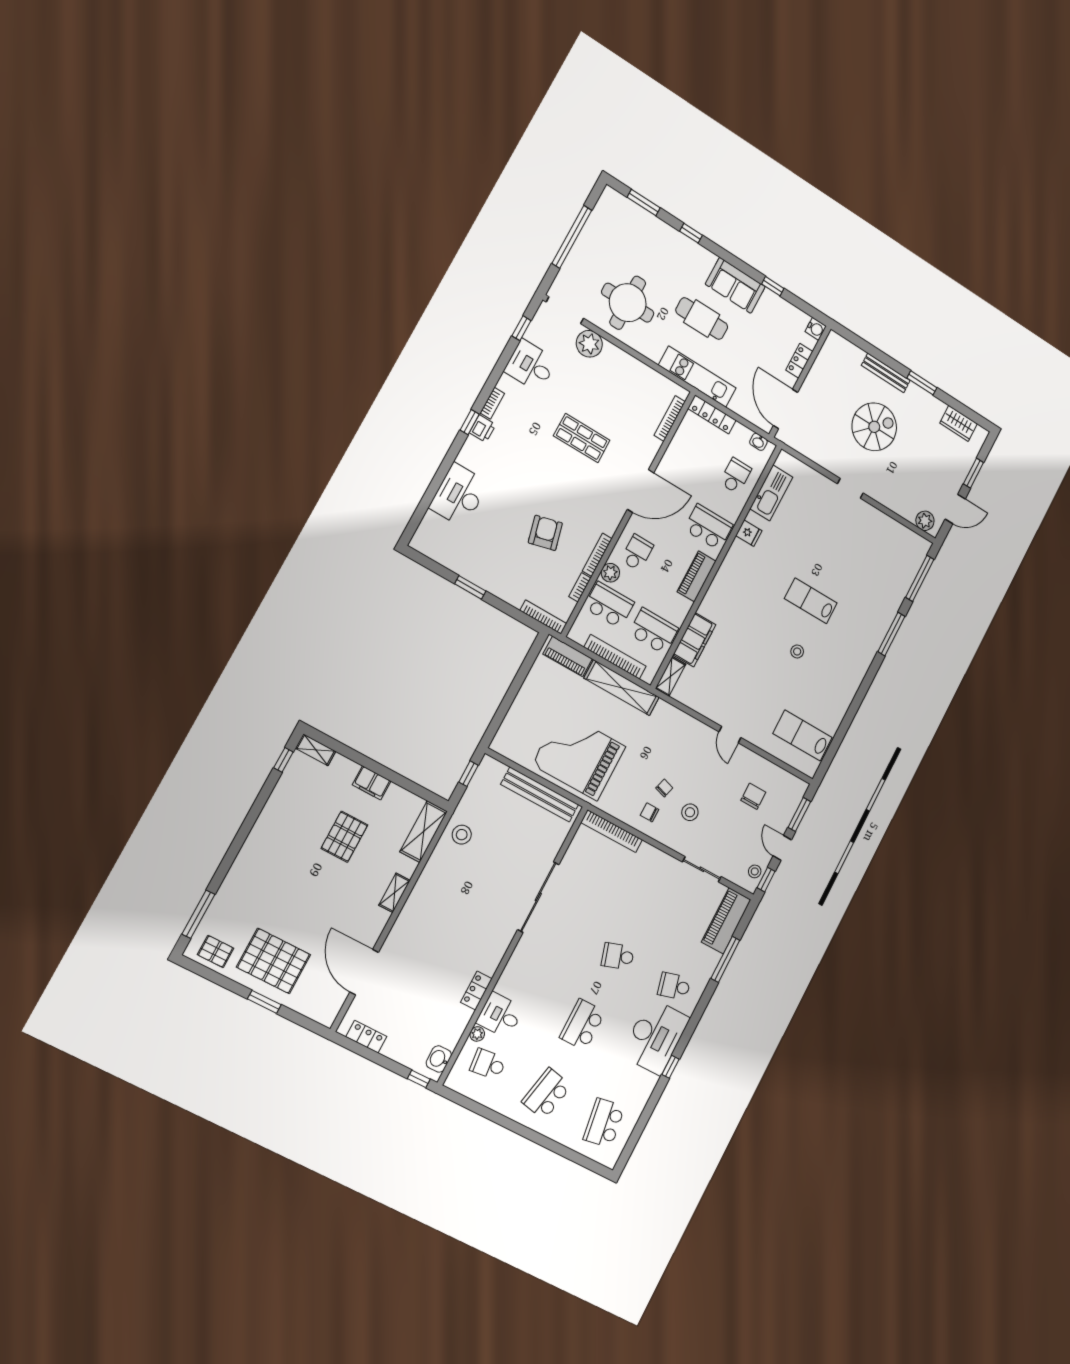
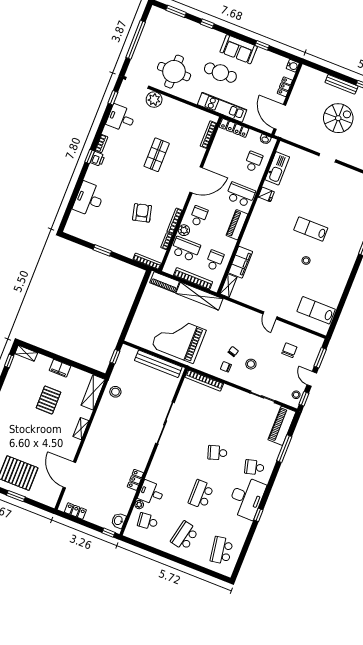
shop shelf: (582, 438) -> (157, 155), turned 90
school desk: (653, 631) -> (215, 260), width x0.54

